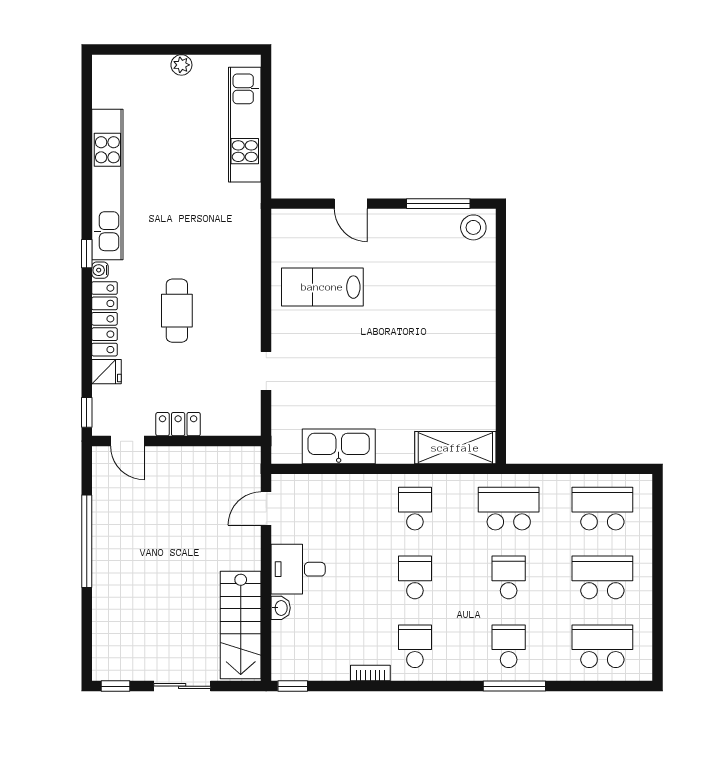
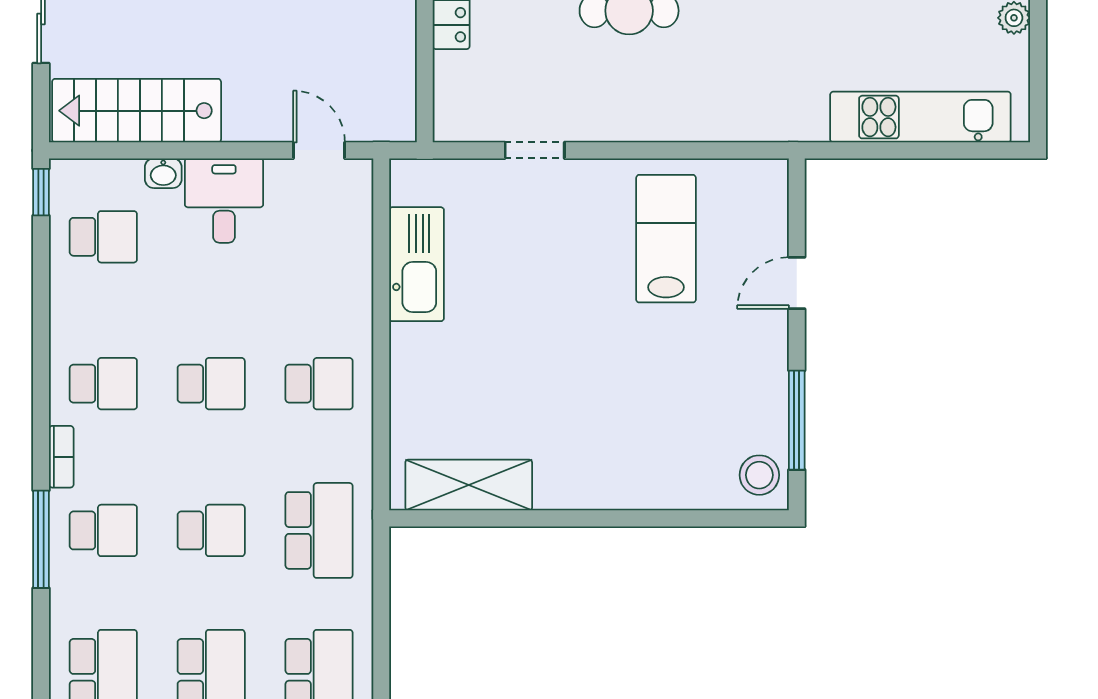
shelving: (455, 448) -> (469, 485), moved, turned 90
school desk: (321, 646) -> (103, 237), added
bookcase: (370, 673) -> (61, 457), moved

